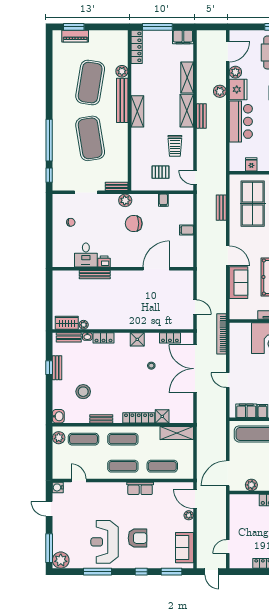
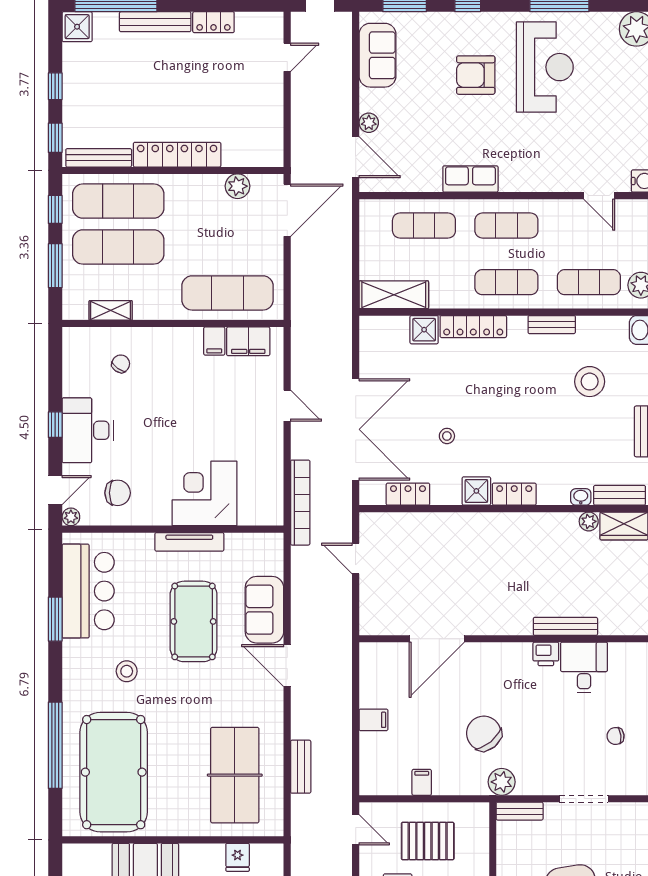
pallet: (161, 172) -> (428, 841), width x1.50, depth x1.42
chair: (134, 224) -> (484, 733), turned -130
locker: (104, 338) -> (514, 494), moved

